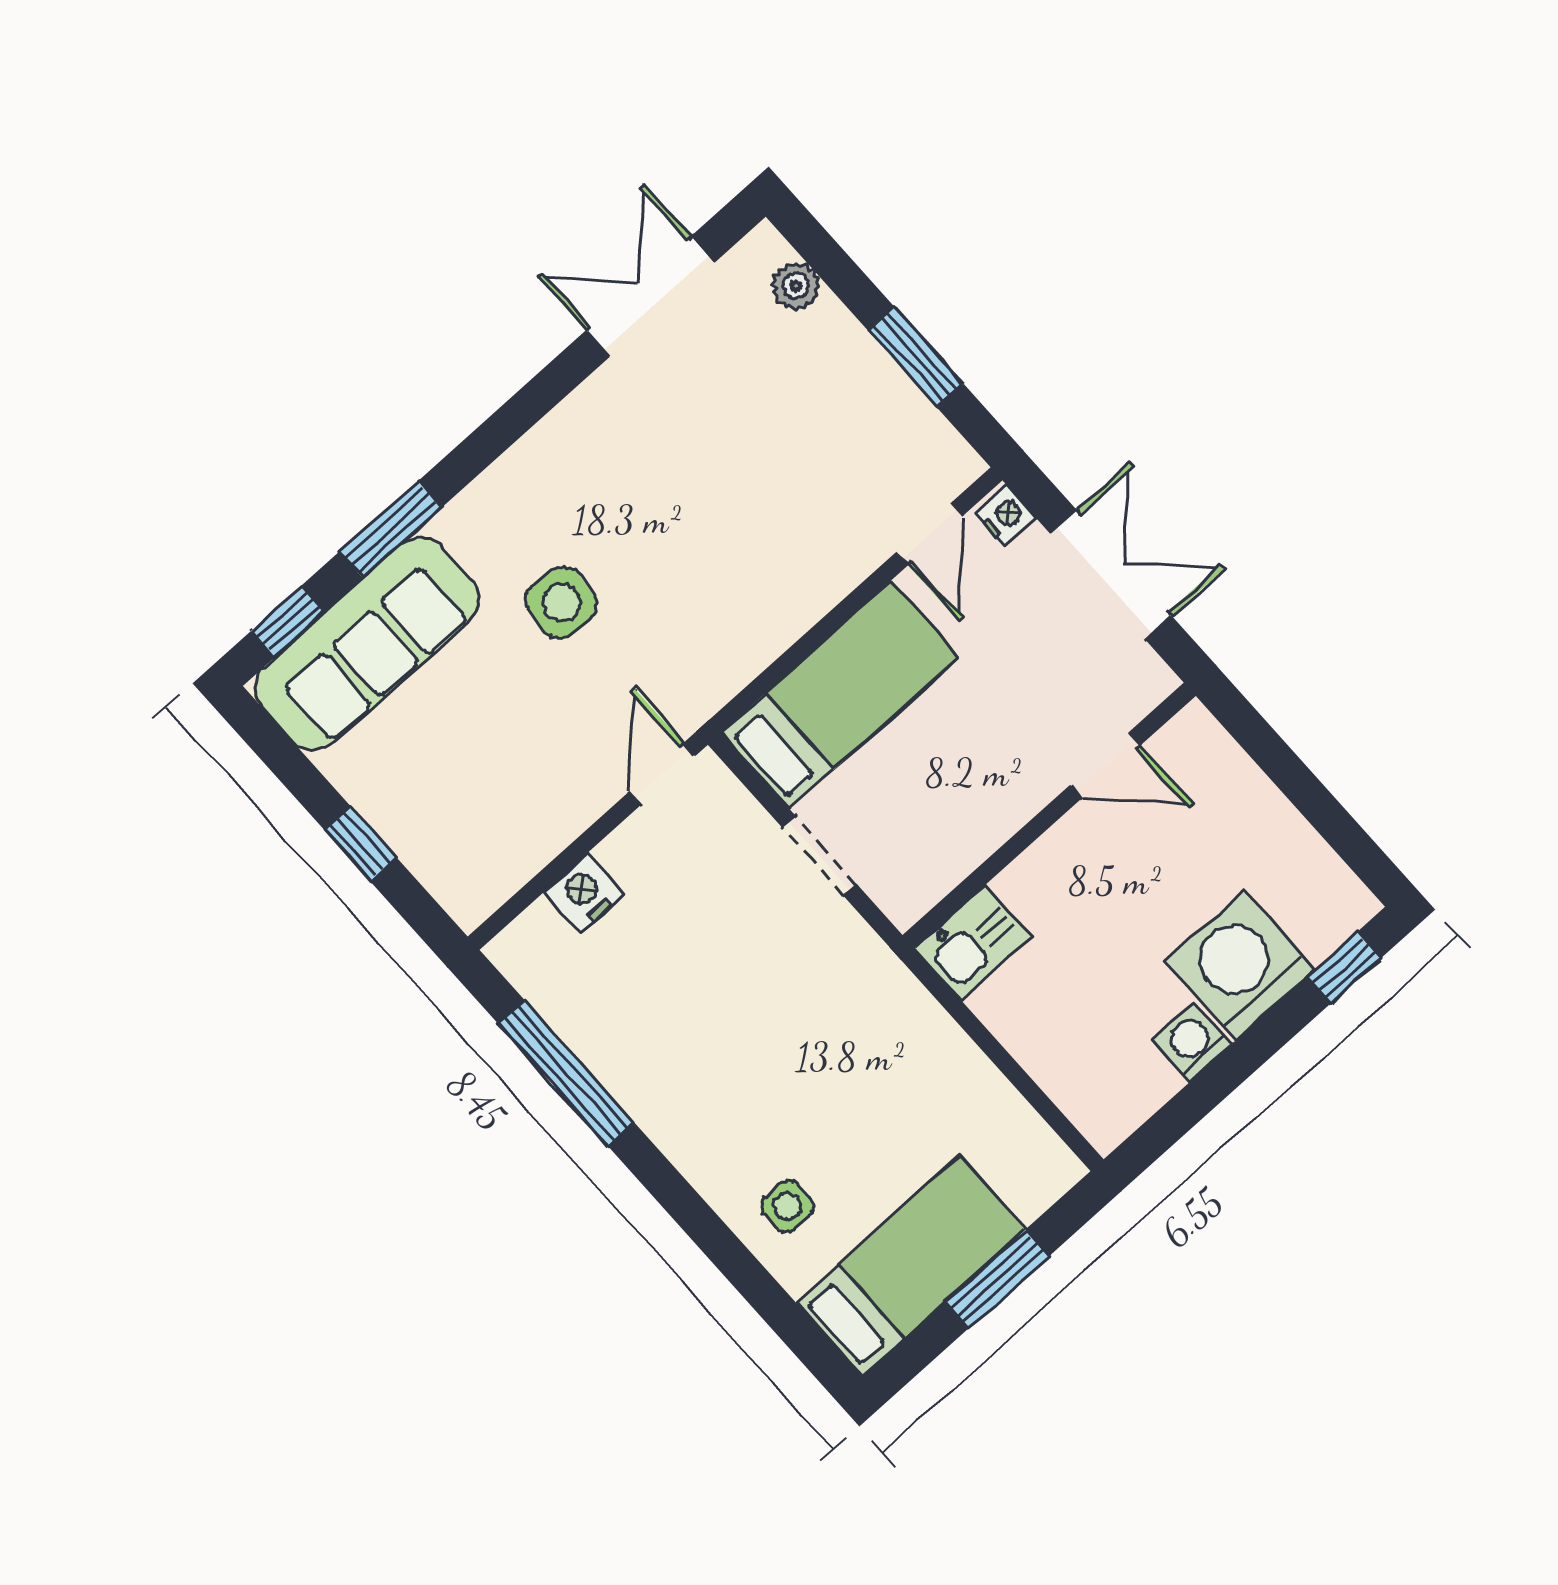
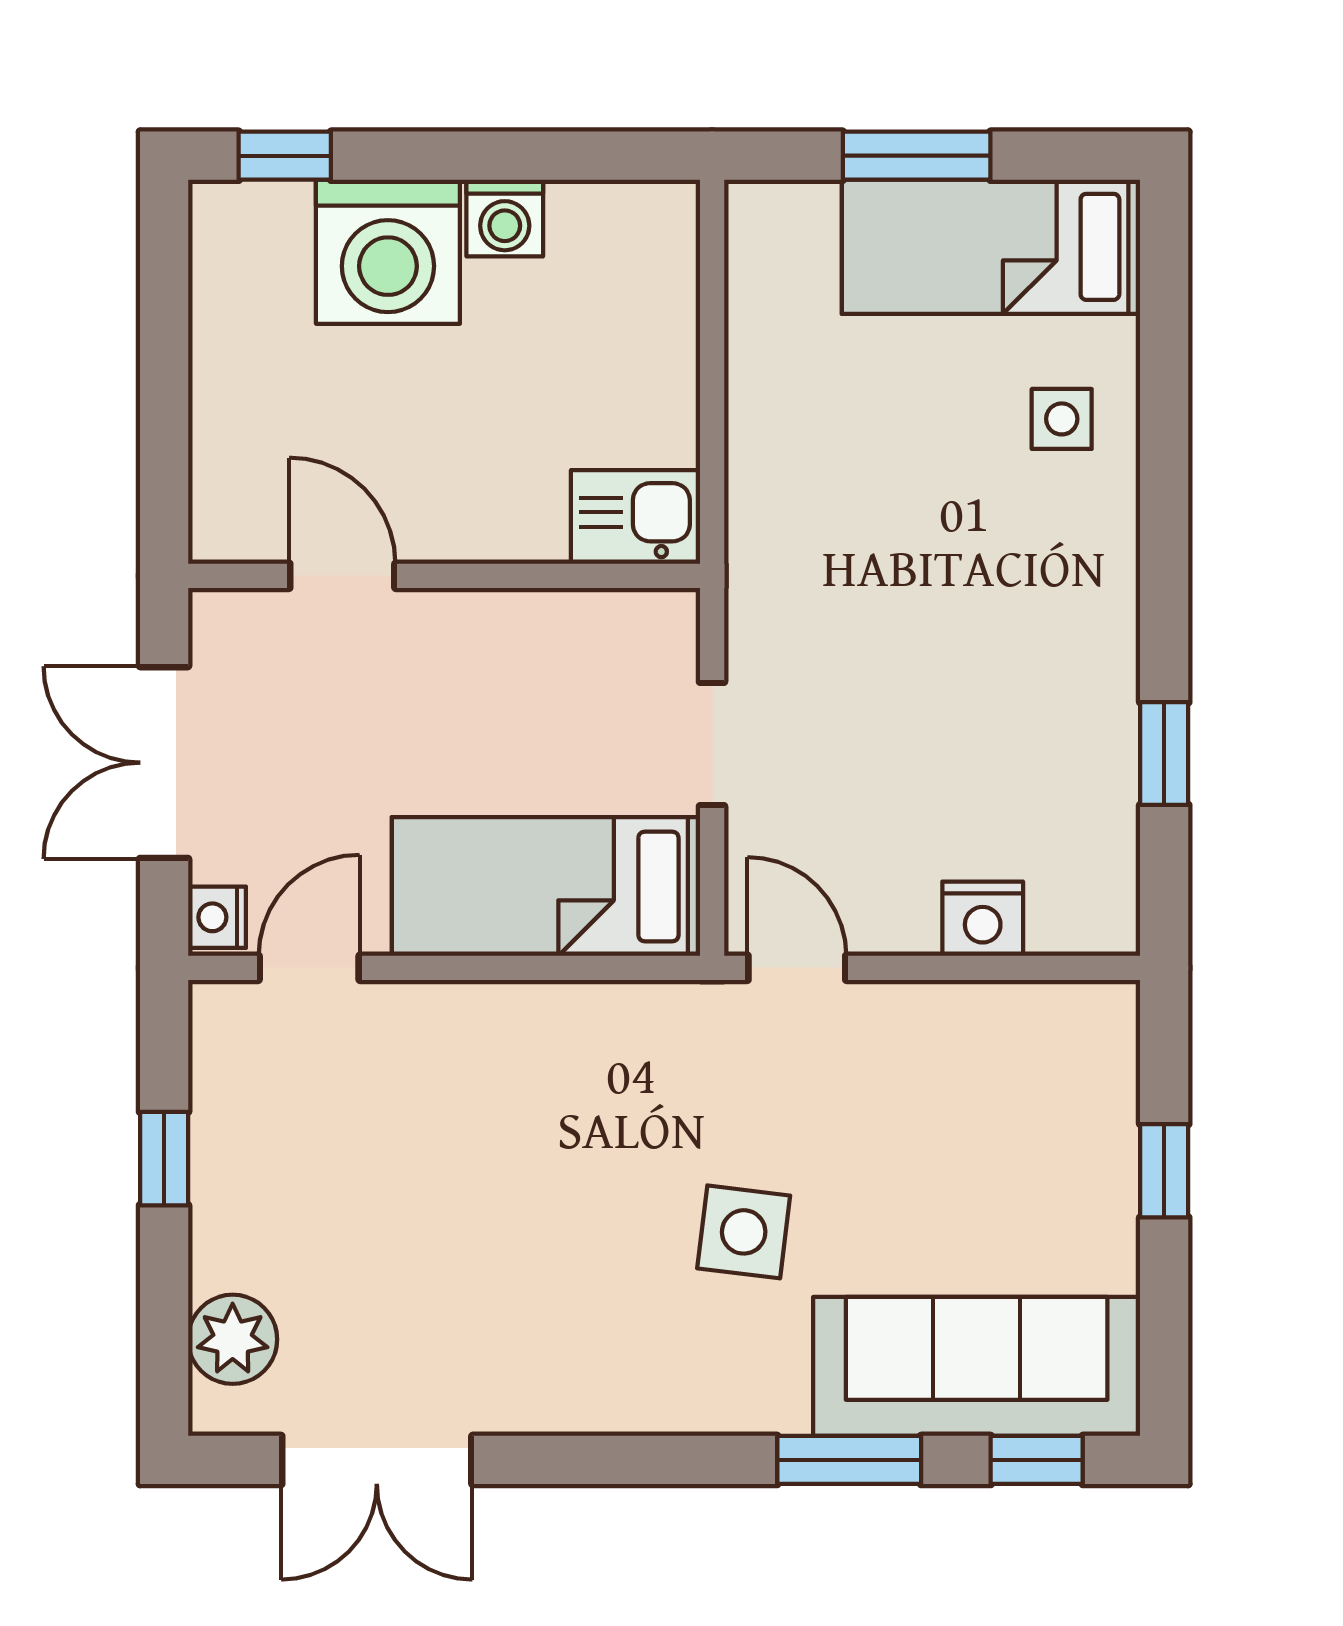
plant: (796, 286) -> (233, 1339), width x1.38, depth x1.38
window: (916, 357) -> (164, 1159), width x0.67
door: (662, 774) -> (797, 968), swing flipped
window: (566, 1073) -> (1164, 754), width x0.46

